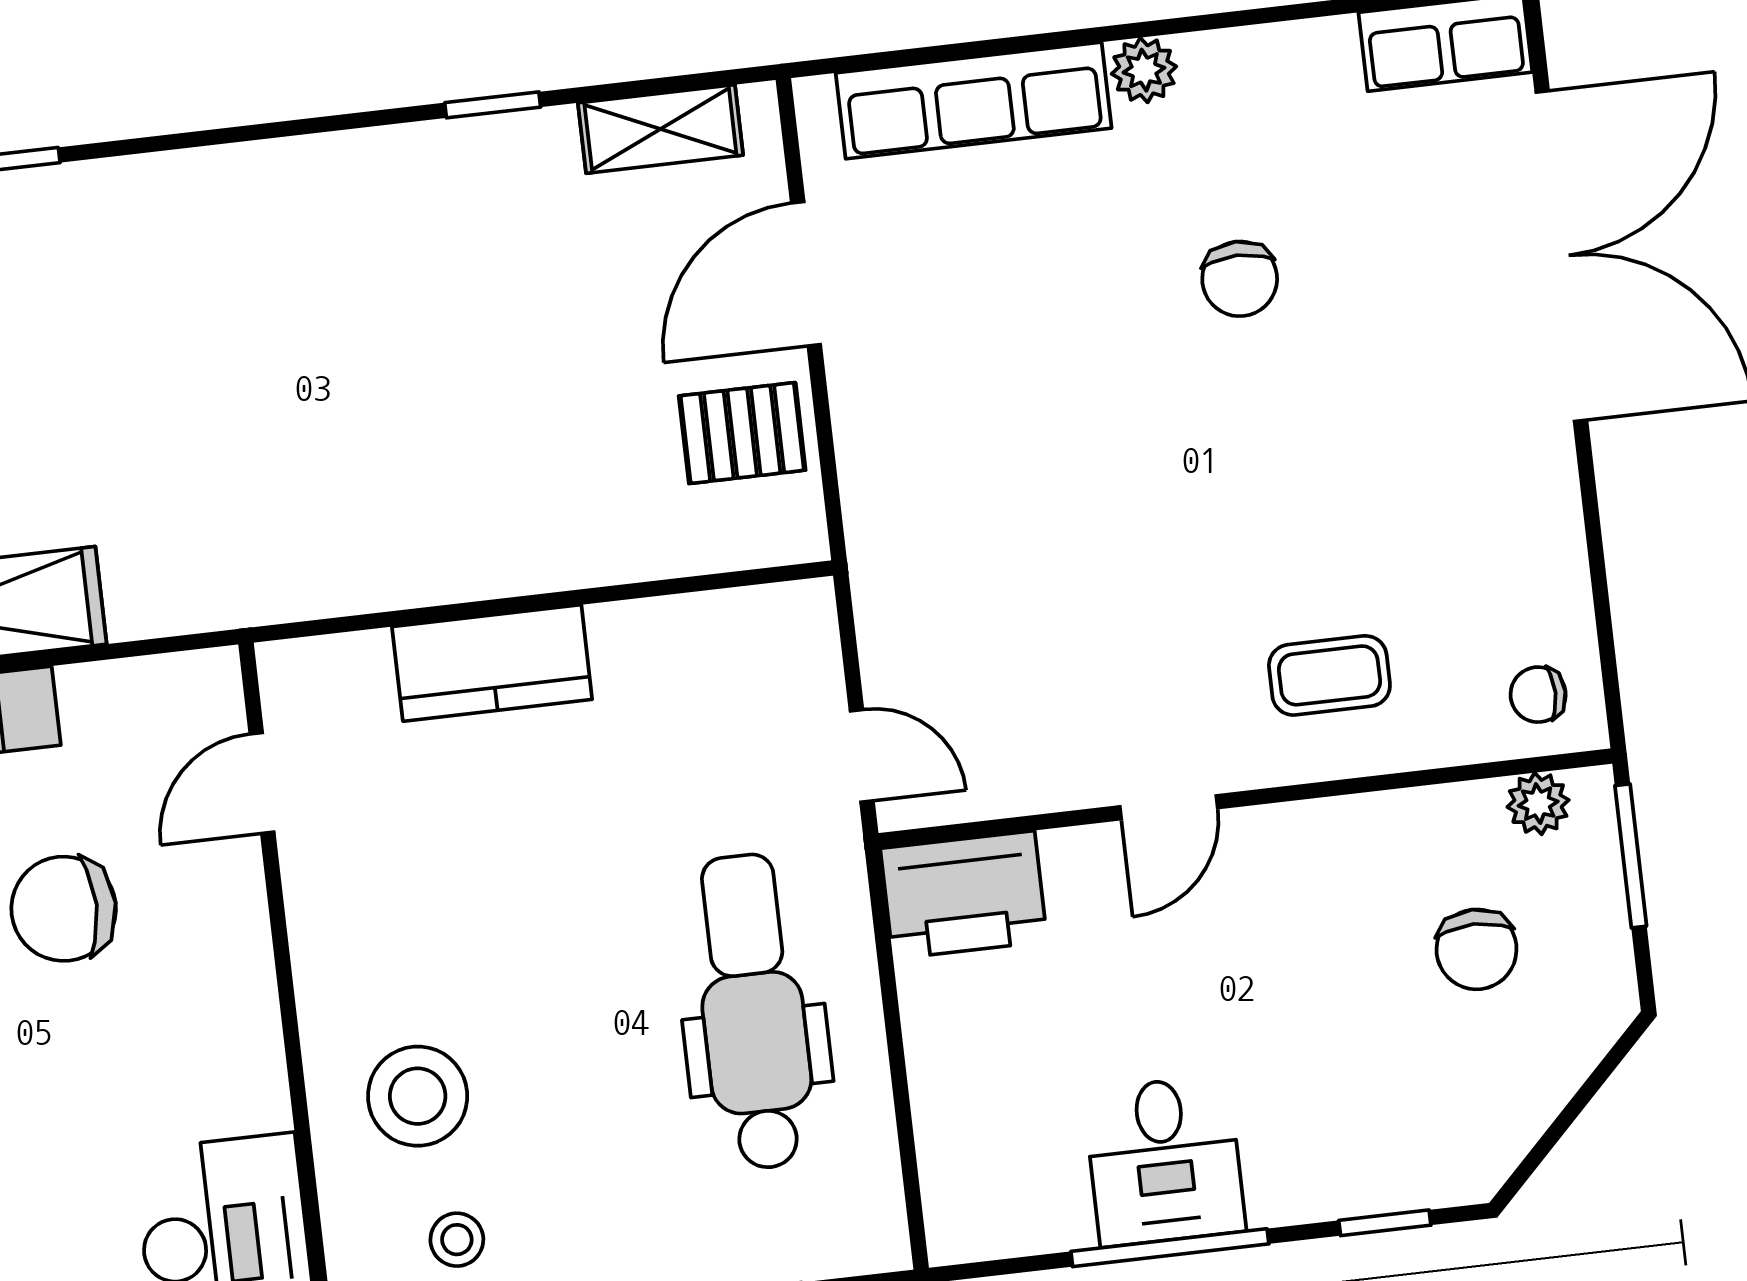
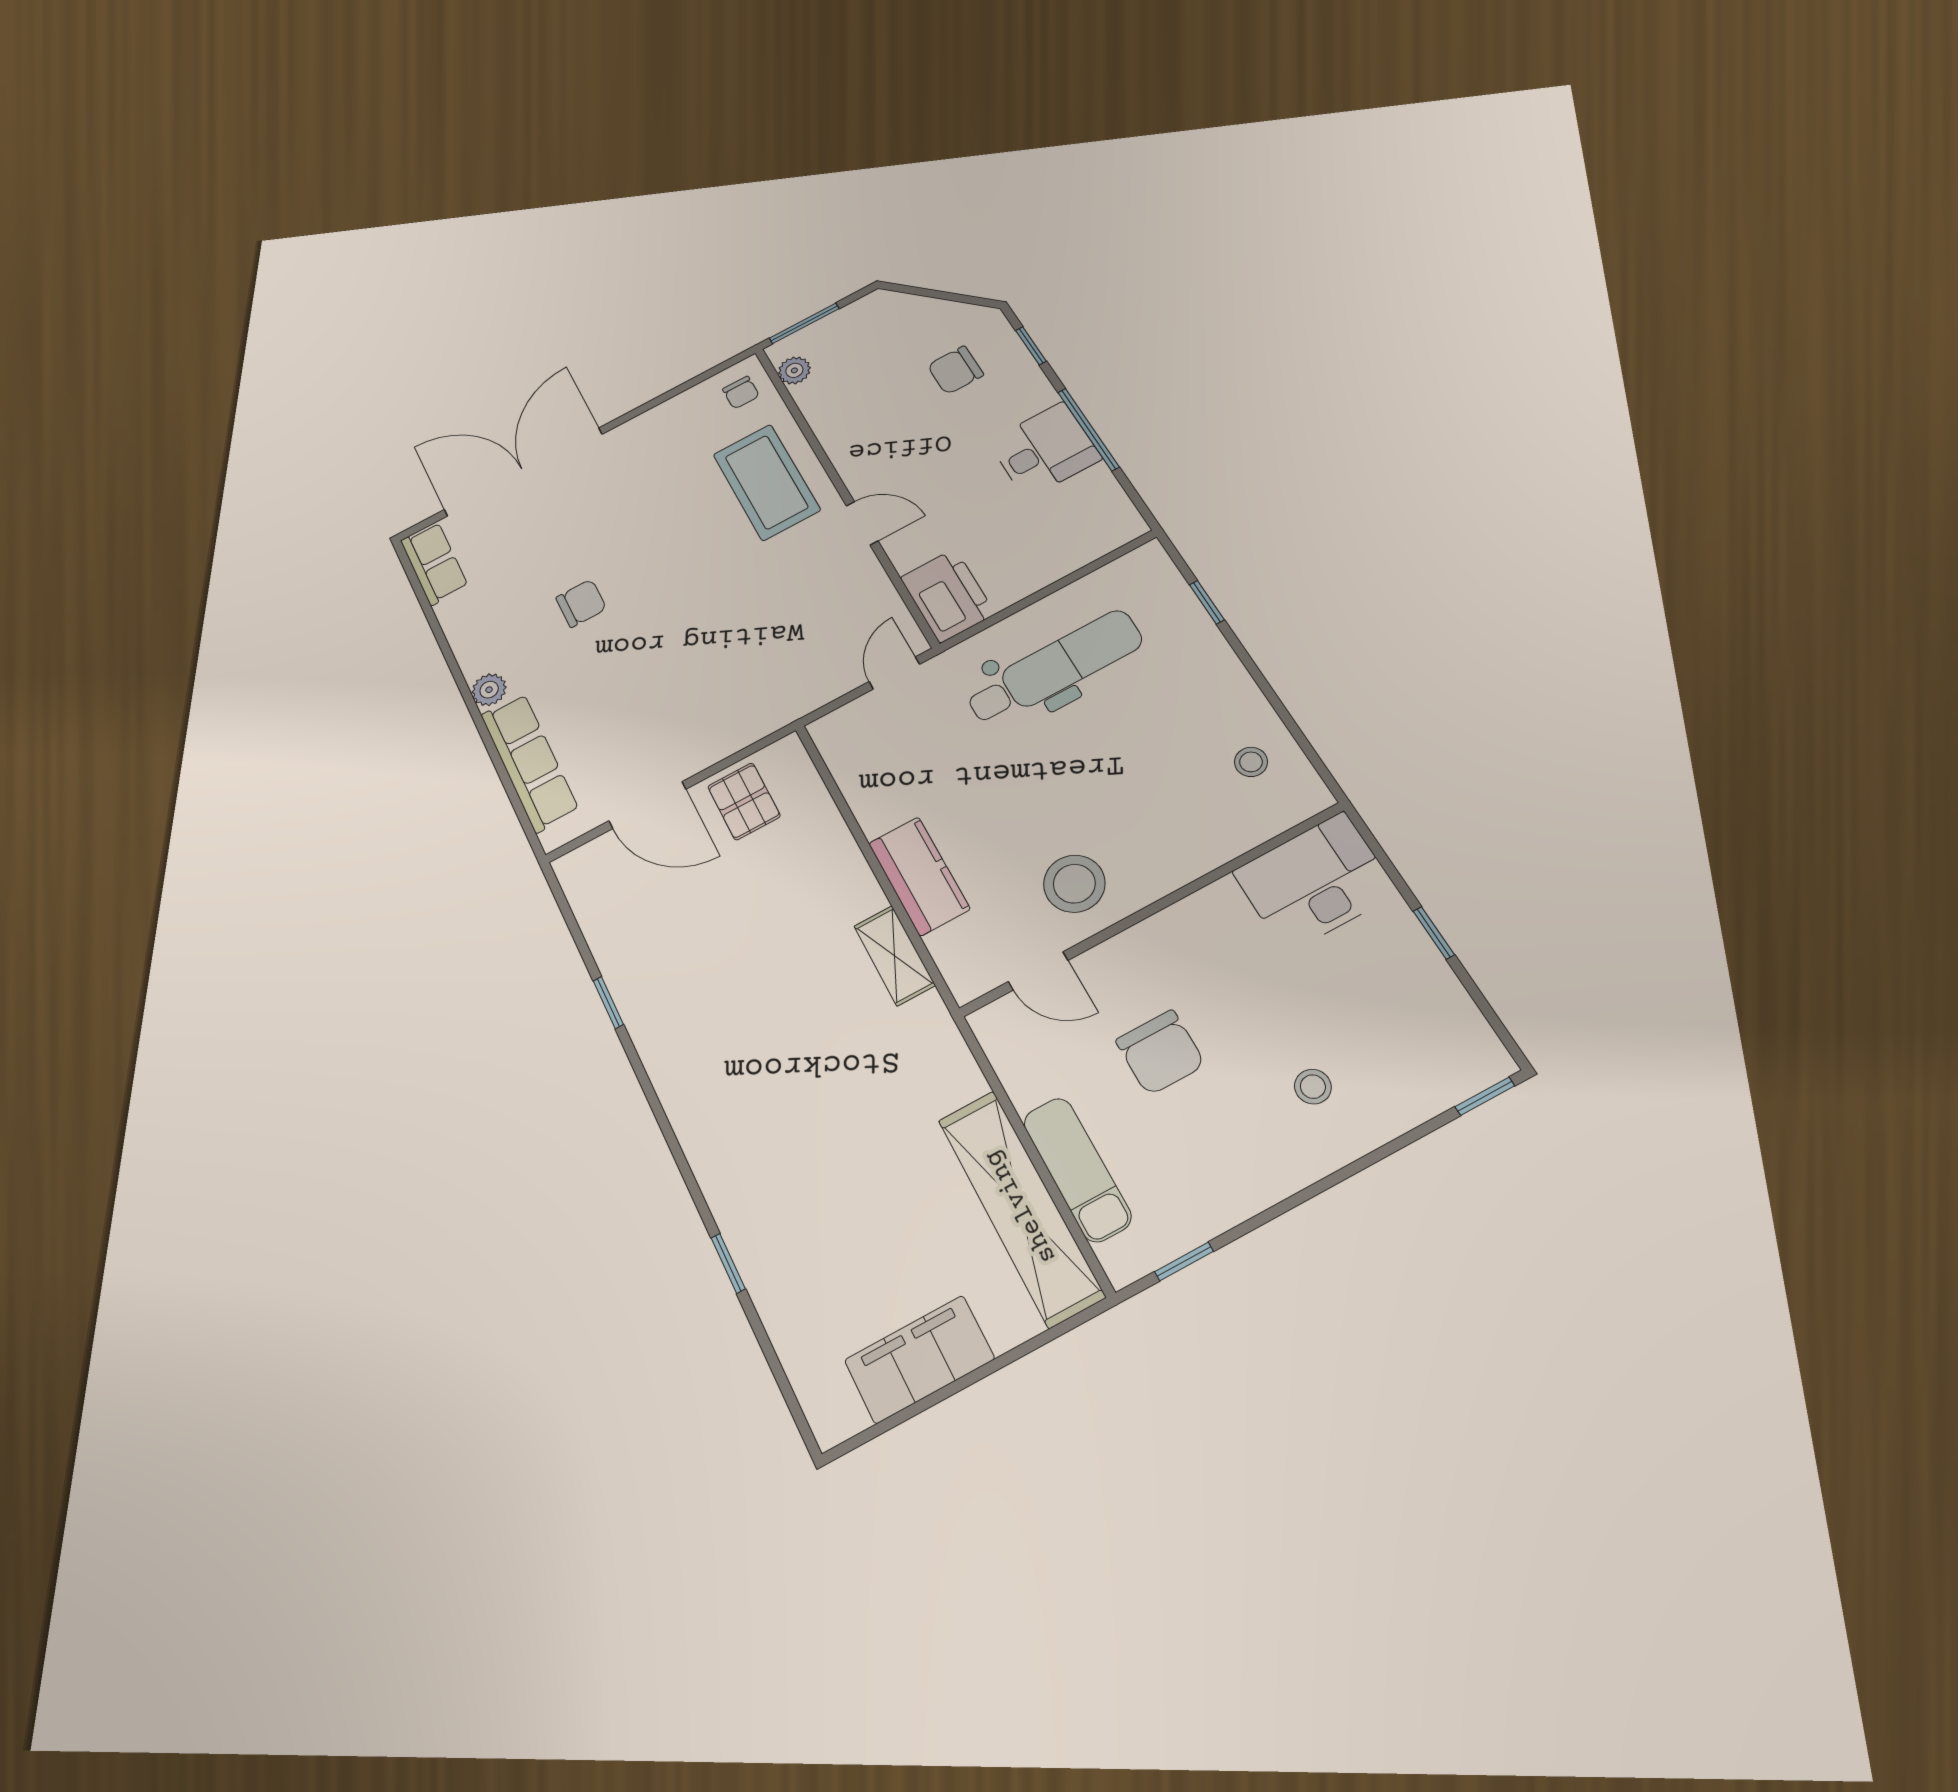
shelving: (660, 129) -> (894, 956), moved
coffee table: (1329, 675) -> (767, 482), width x1.86, depth x1.72
chair: (1477, 949) -> (955, 370), moved, turned 180
dental chair: (753, 1012) -> (1054, 668), turned 180
stool: (418, 1096) -> (1074, 884), moved

